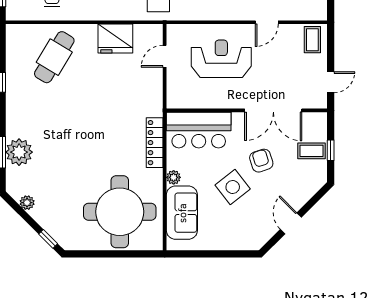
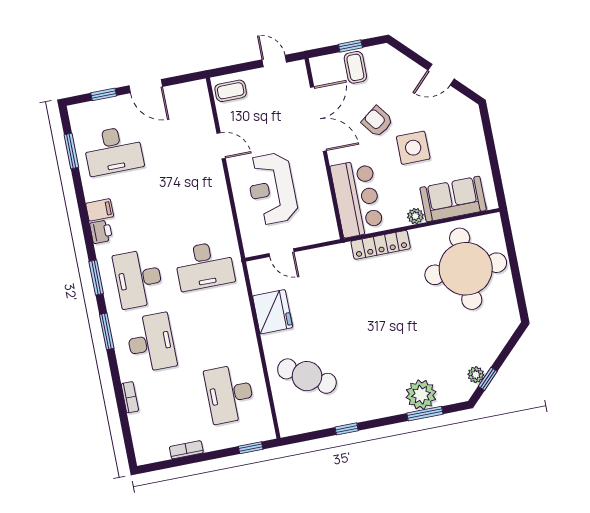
armchair: (261, 161) -> (377, 121), turned 71
side table: (233, 187) -> (413, 148), turned 38
window: (48, 239) -> (488, 379), moved

